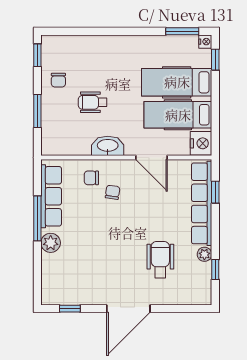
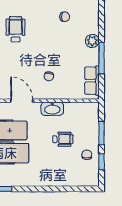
window: (37, 55) -> (101, 162), moved
chair: (91, 178) -> (65, 17), moved
row of seats: (51, 196) -> (92, 81), width x0.68
wheelchair: (160, 260) -> (16, 29), turned 180

